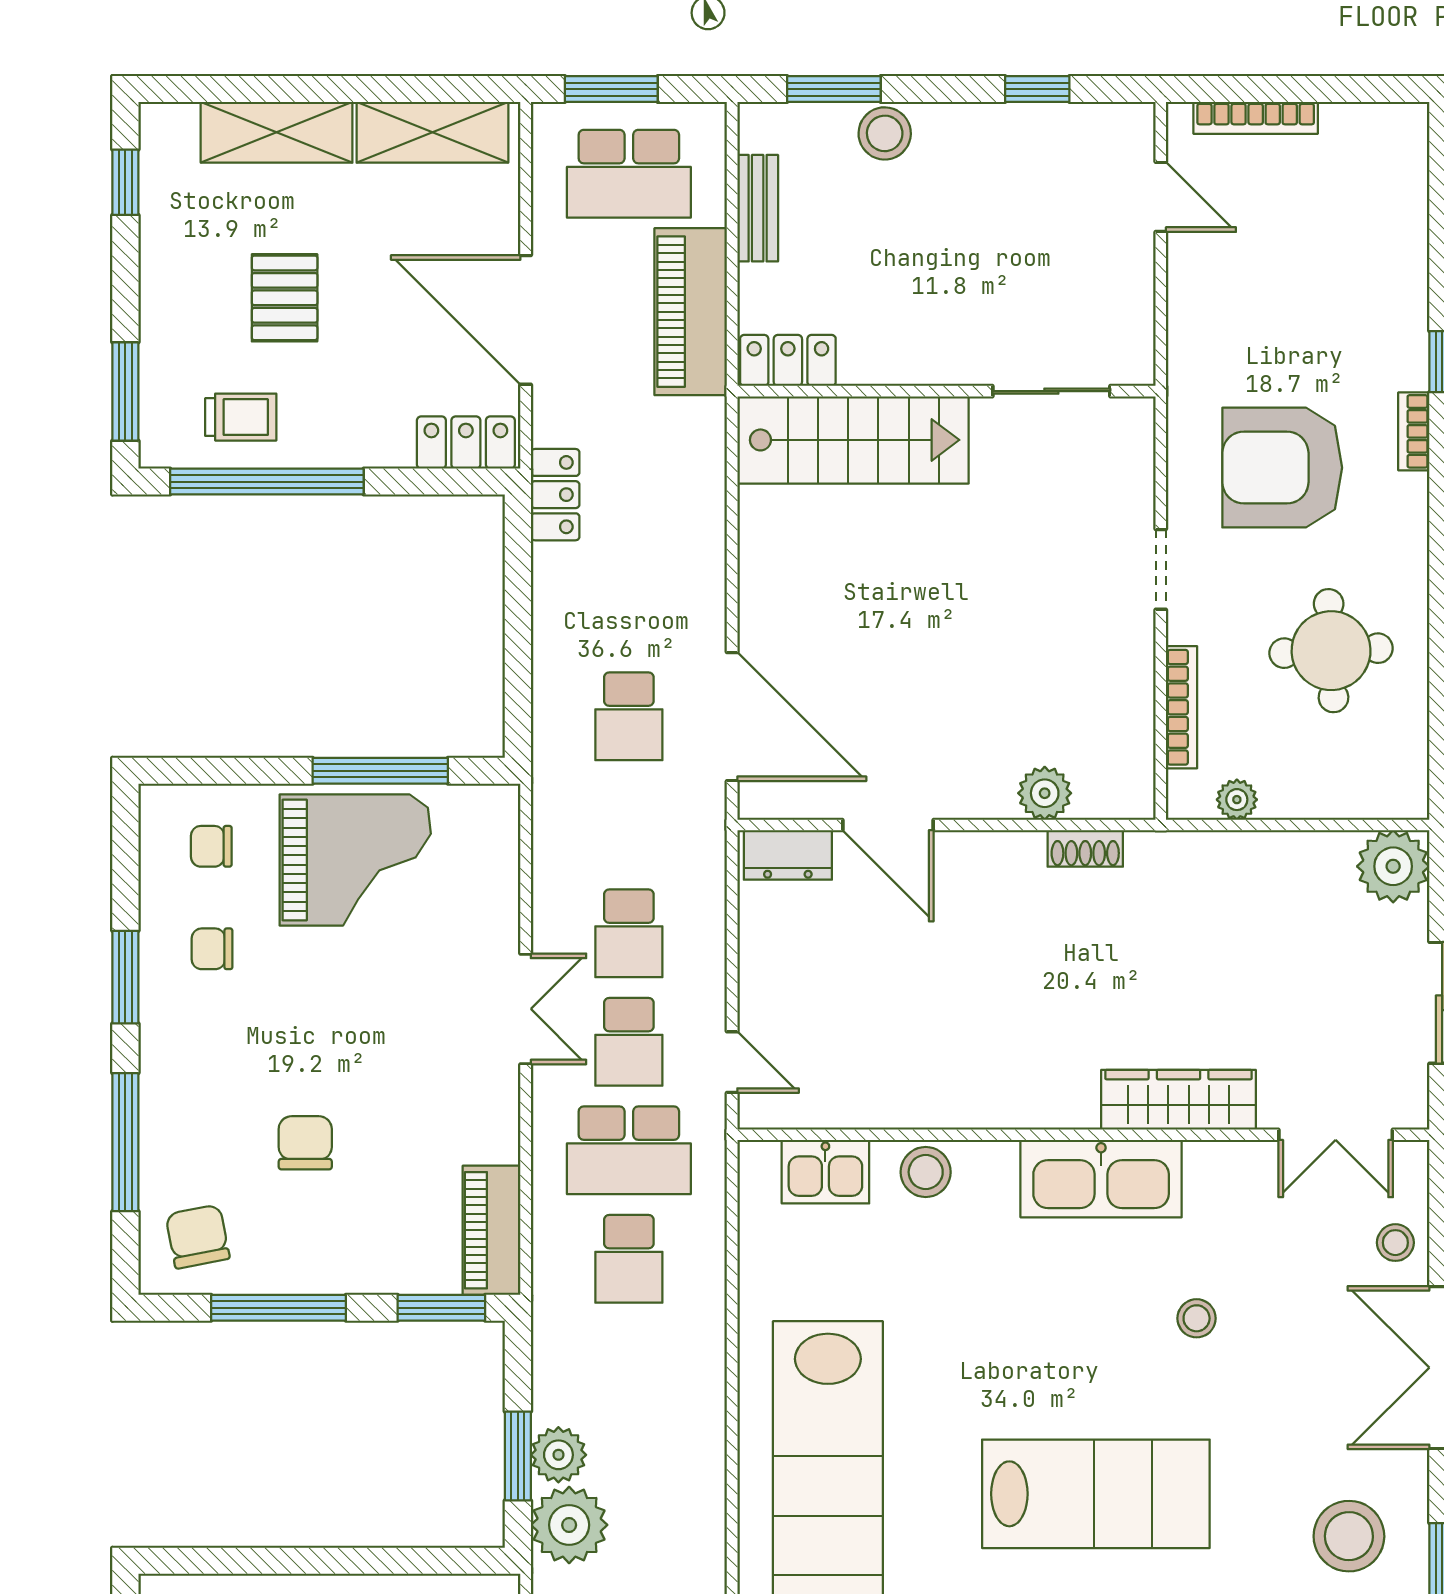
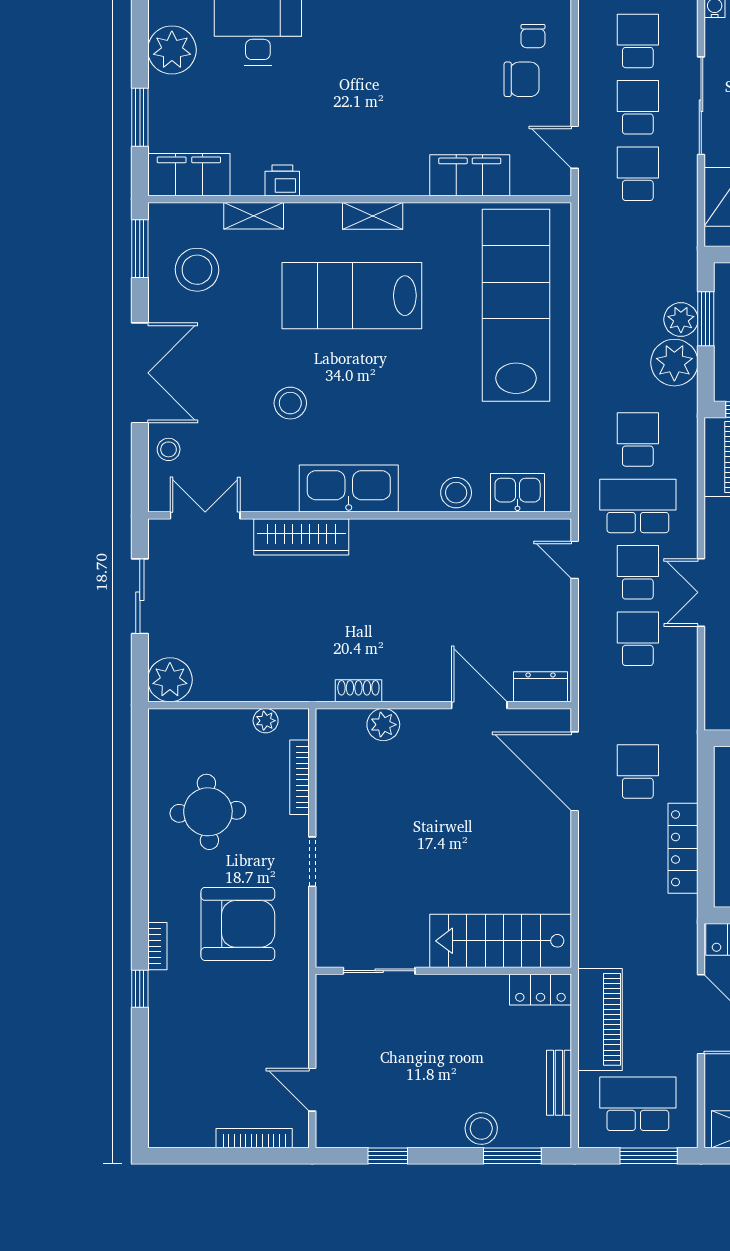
locker: (555, 495) -> (683, 848), moved, width x1.53
stool: (1197, 1318) -> (290, 403), width x1.37, depth x1.37
plant: (569, 1525) -> (674, 363), moved

